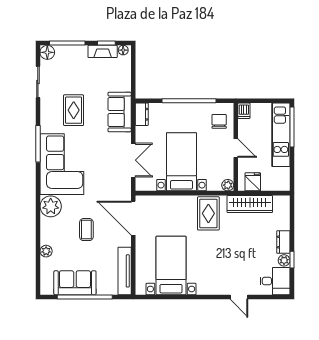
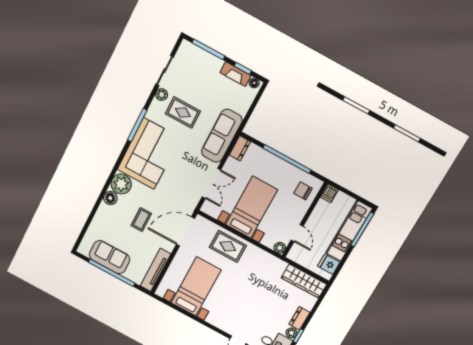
floor lamp: (47, 52) -> (110, 198), moved
rug: (74, 110) -> (183, 113), turned 90
sofa: (120, 112) -> (222, 136), width x1.36
chair: (219, 121) -> (303, 191), turned -90
door: (236, 148) -> (297, 233), moved
fridge: (253, 182) -> (329, 264), moved, turned -90
wardrobe: (250, 204) -> (304, 281), moved
rug: (208, 213) -> (228, 246), moved, turned 90
door: (133, 218) -> (185, 231), hinge flipped
plant: (46, 251) -> (162, 95), moved

